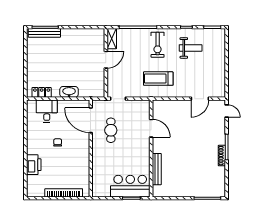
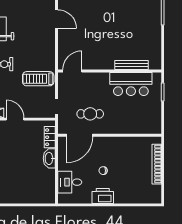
treadmill: (158, 79) -> (38, 79), moved, turned 90
locker: (42, 92) -> (50, 137), moved
door: (151, 128) -> (72, 71), moved
printer: (34, 165) -> (103, 196), moved
bar counter: (130, 186) -> (131, 84), moved, turned -90

